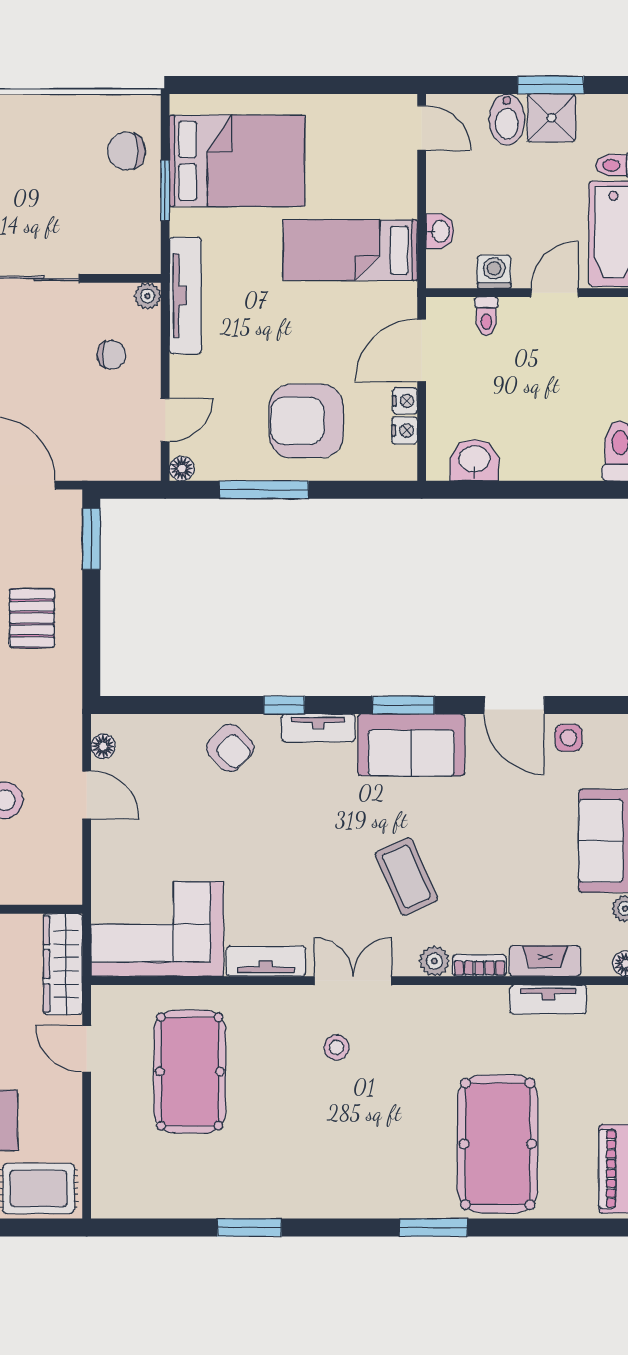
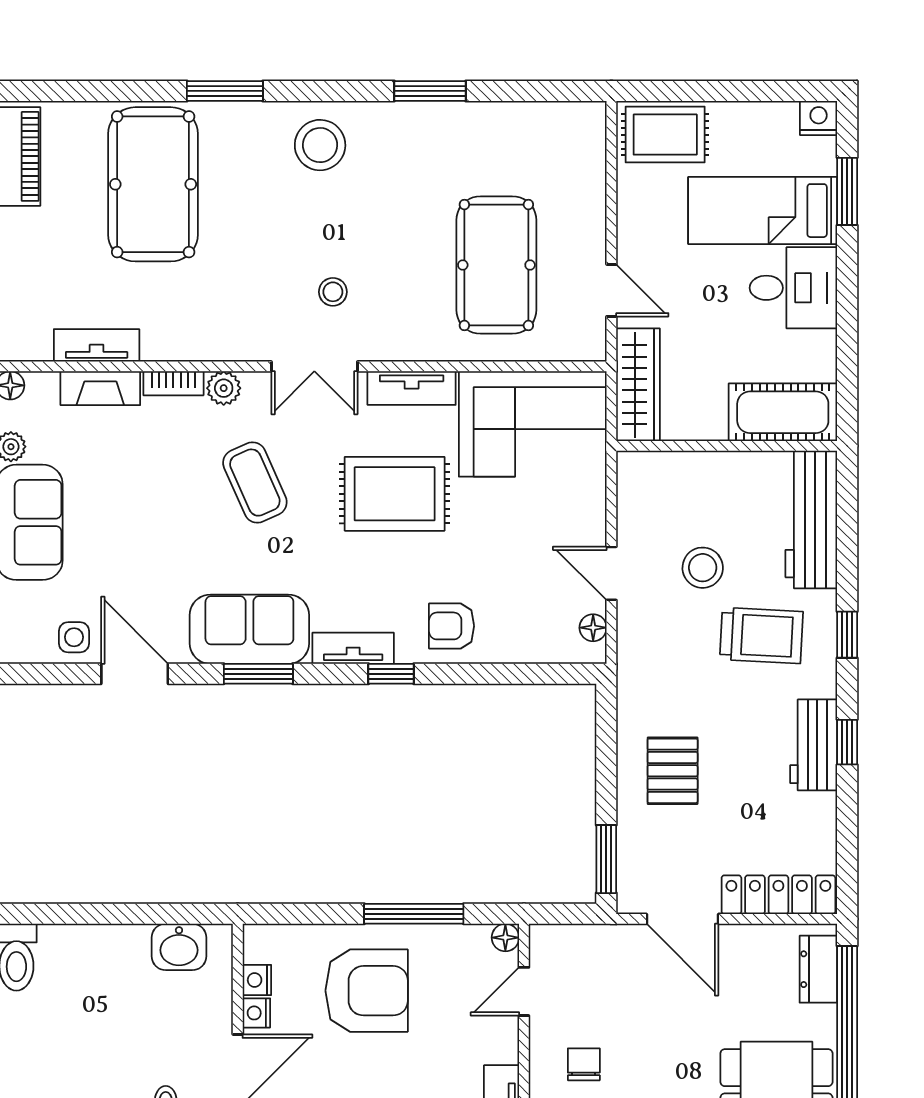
chair: (111, 355) -> (584, 1064), turned 90
armchair: (230, 748) -> (452, 626), turned -45
rug: (281, 866) -> (395, 494), added
stool: (348, 1179) -> (320, 145), added

